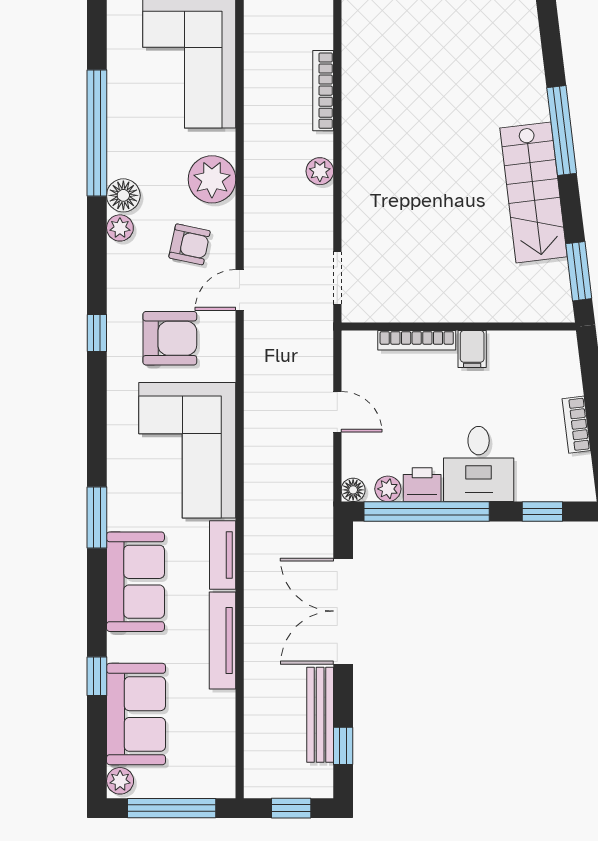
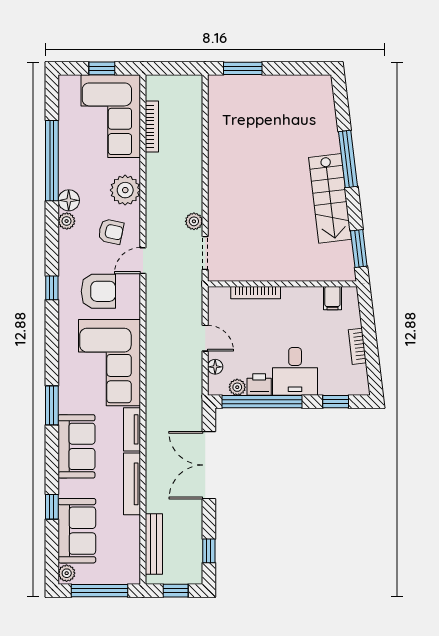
bookcase: (323, 91) -> (152, 126), moved, turned 180
plant: (320, 171) -> (194, 221), moved
filing cabinet: (472, 349) -> (332, 298), moved
floor lamp: (353, 490) -> (215, 367), moved
bench: (320, 715) -> (154, 544), moved

